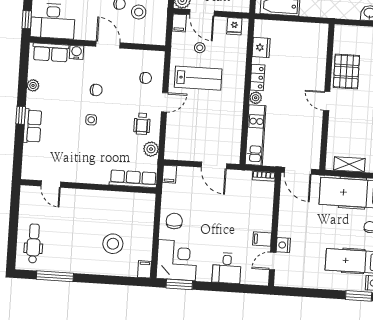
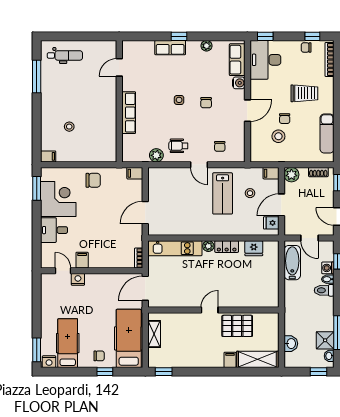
door: (202, 13) -> (281, 205), moved
row of seats: (133, 179) -> (129, 113), moved
stool: (113, 244) -> (69, 127), width x0.53, depth x0.53
corner desk: (177, 260) -> (58, 199), moved, turned -90

